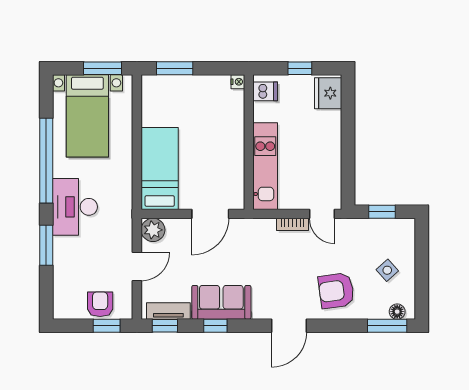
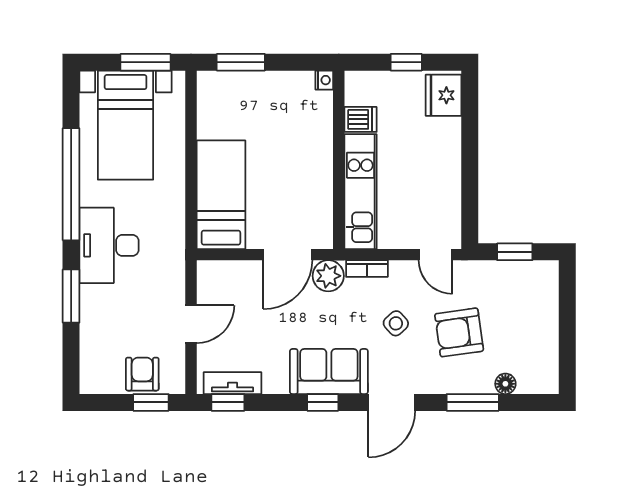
dishwasher: (265, 91) -> (360, 119), moved
bookcase: (293, 224) -> (367, 269), moved
plant: (153, 230) -> (328, 276), moved
side table: (387, 270) -> (396, 323), moved
armchair: (336, 291) -> (459, 332), moved
sofa: (221, 302) -> (329, 372), moved
floor lamp: (397, 312) -> (505, 384), moved
window: (215, 326) -> (323, 402), moved
window: (387, 326) -> (473, 402), moved

